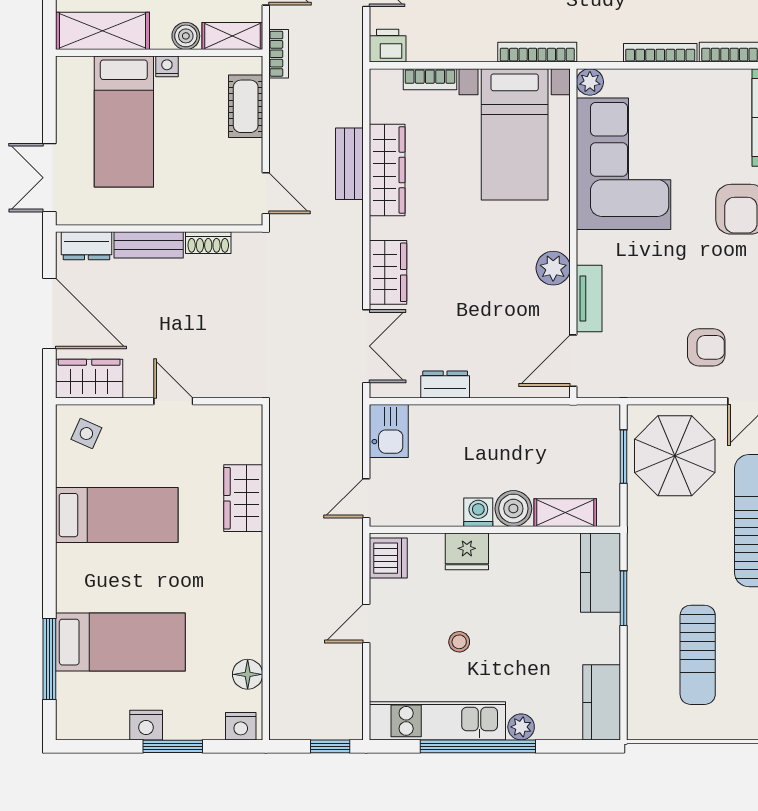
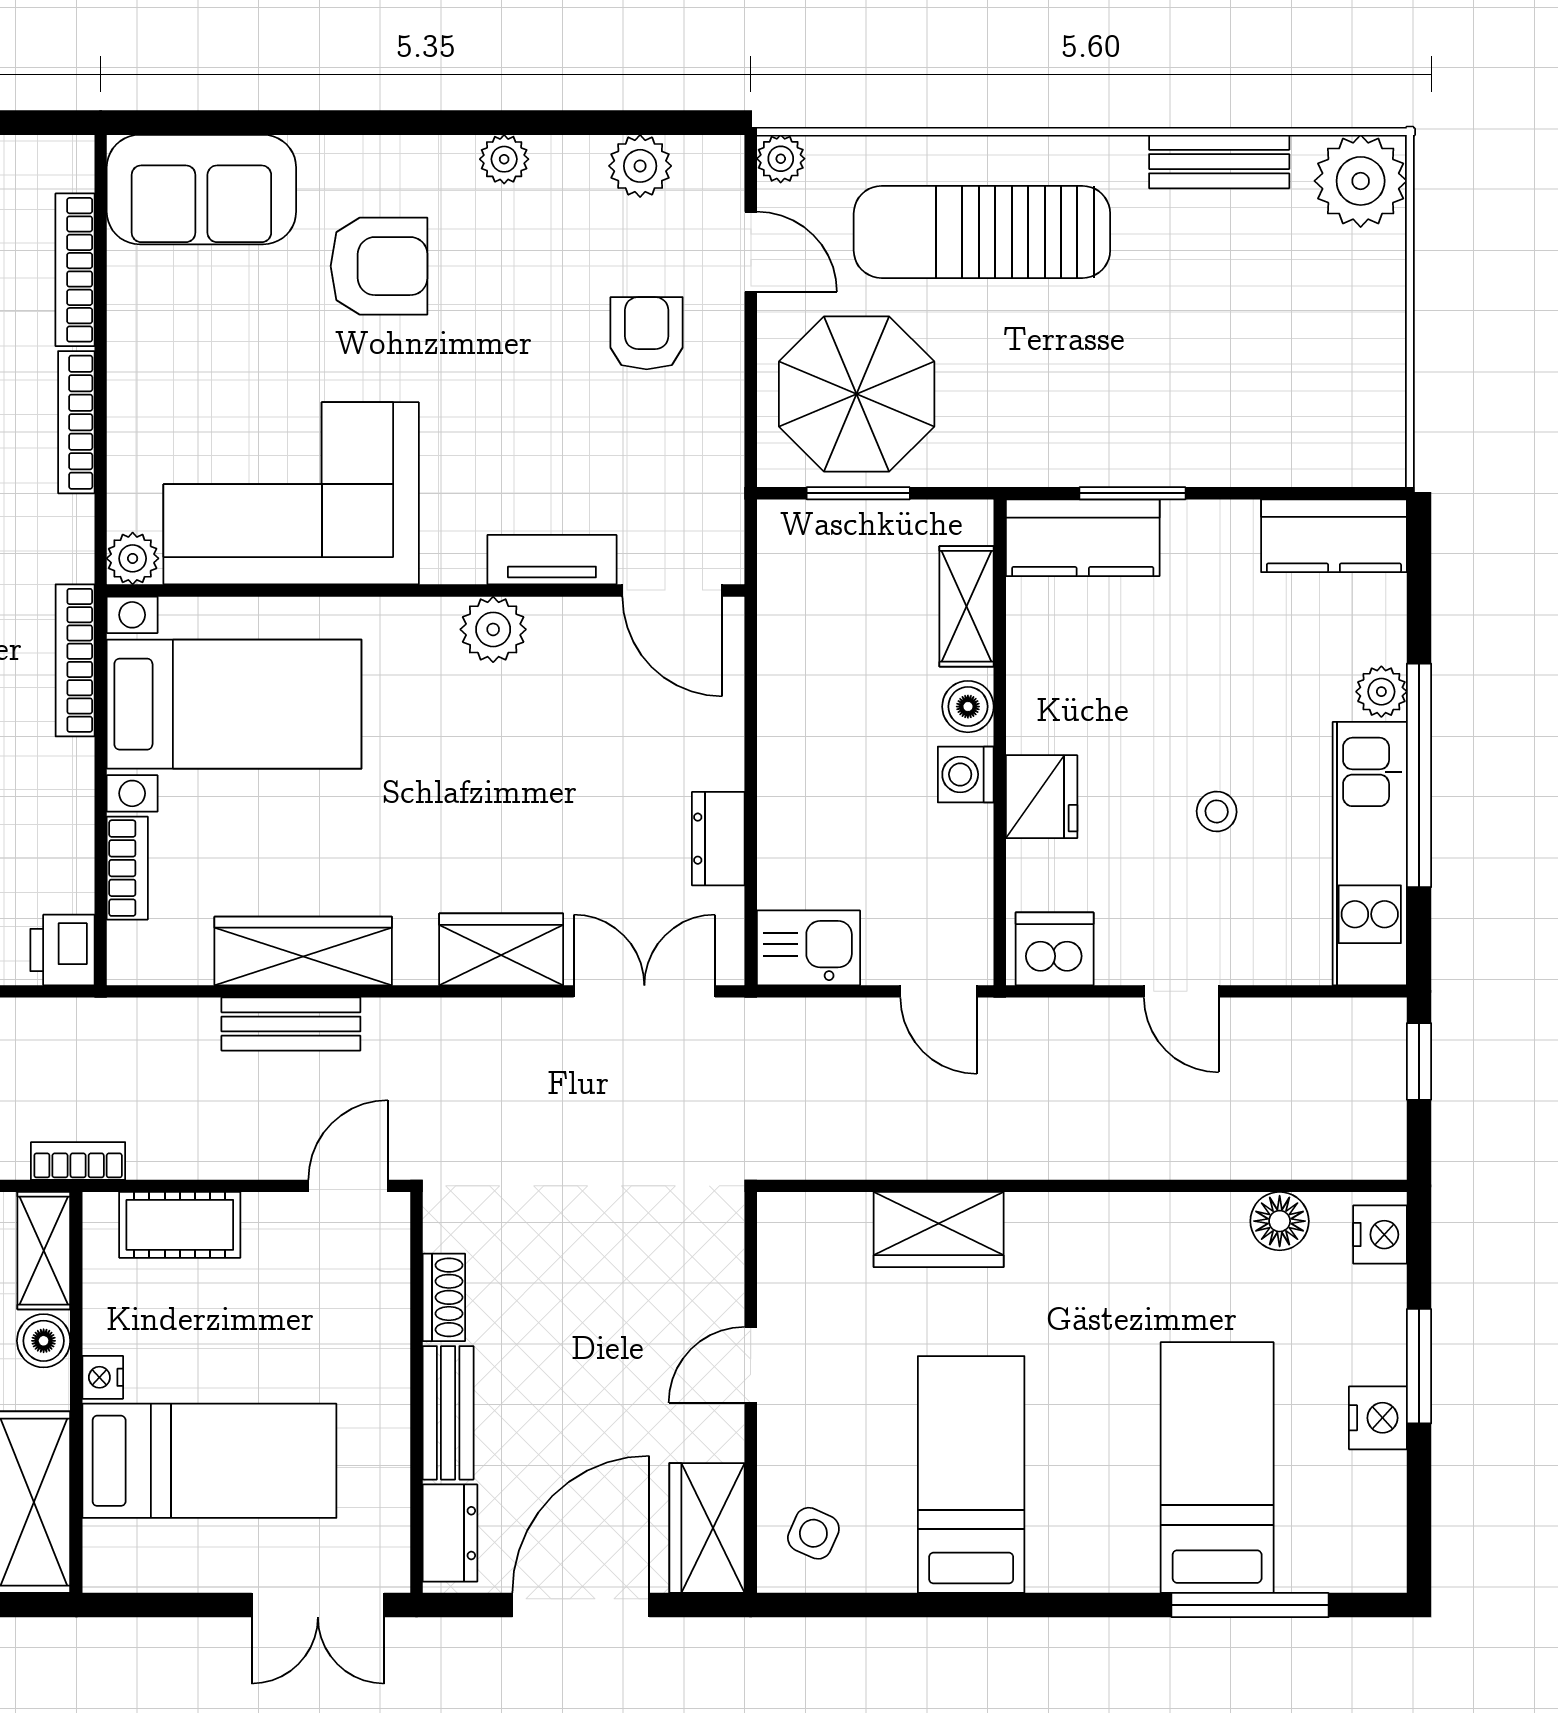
boiler: (513, 509) -> (968, 707), width x0.73, depth x0.73
sun lounger: (698, 655) -> (1242, 350), removed

